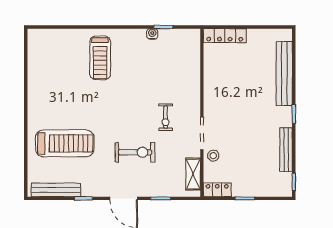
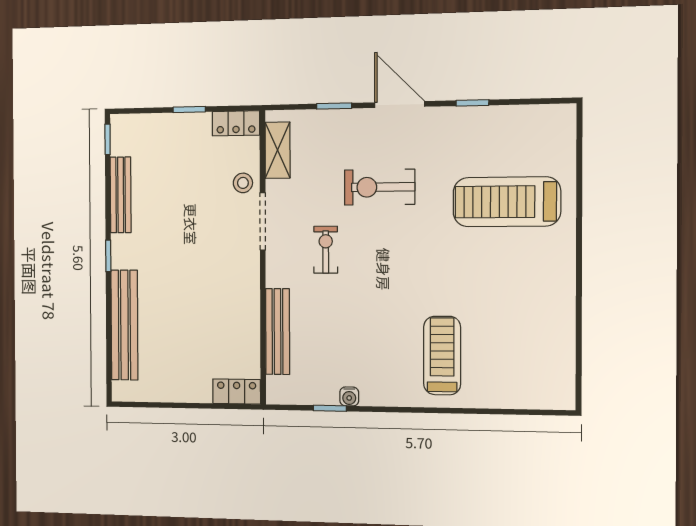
locker: (225, 36) -> (237, 392), width x0.66
bench: (56, 190) -> (278, 332), moved, turned 90

